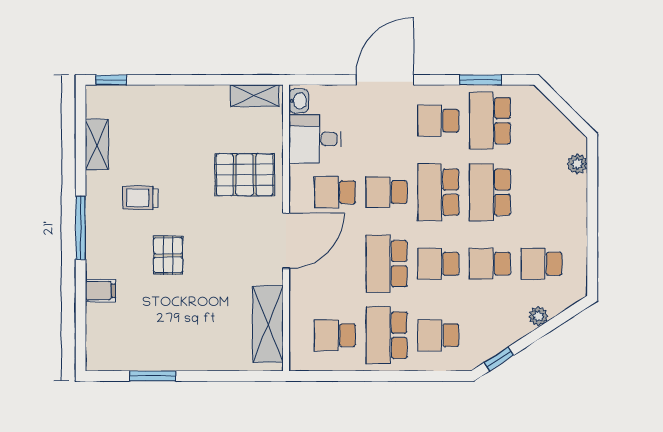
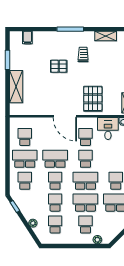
school desk: (542, 192) -> (85, 225), added
filing cabinet: (100, 291) -> (27, 38), moved
shelving: (268, 324) -> (16, 87), moved, turned 90

